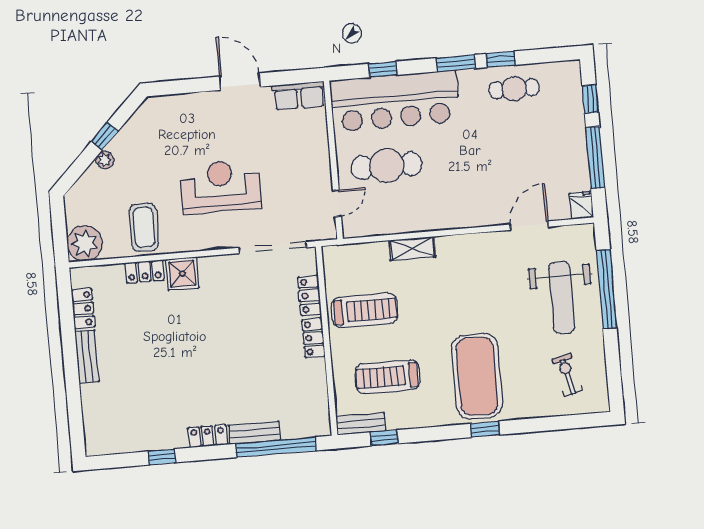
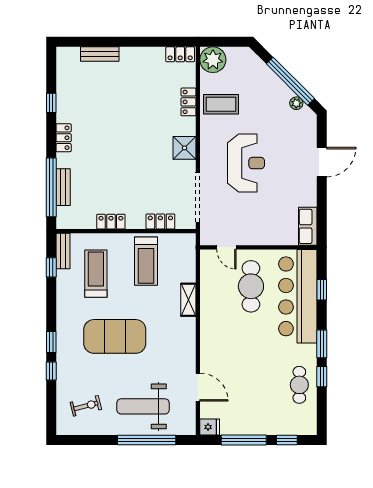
door: (240, 82) -> (322, 162), moved
window: (105, 136) -> (290, 81), width x3.17
plant: (105, 160) -> (296, 103), moved
shower: (182, 274) -> (185, 148), moved
locker: (83, 309) -> (180, 54), moved
locker: (313, 338) -> (111, 222), moved
bench: (87, 357) -> (100, 54), moved
exercise mat: (477, 376) -> (115, 336), moved
window: (524, 426) -> (51, 371), added
bench: (254, 433) -> (63, 187), moved

